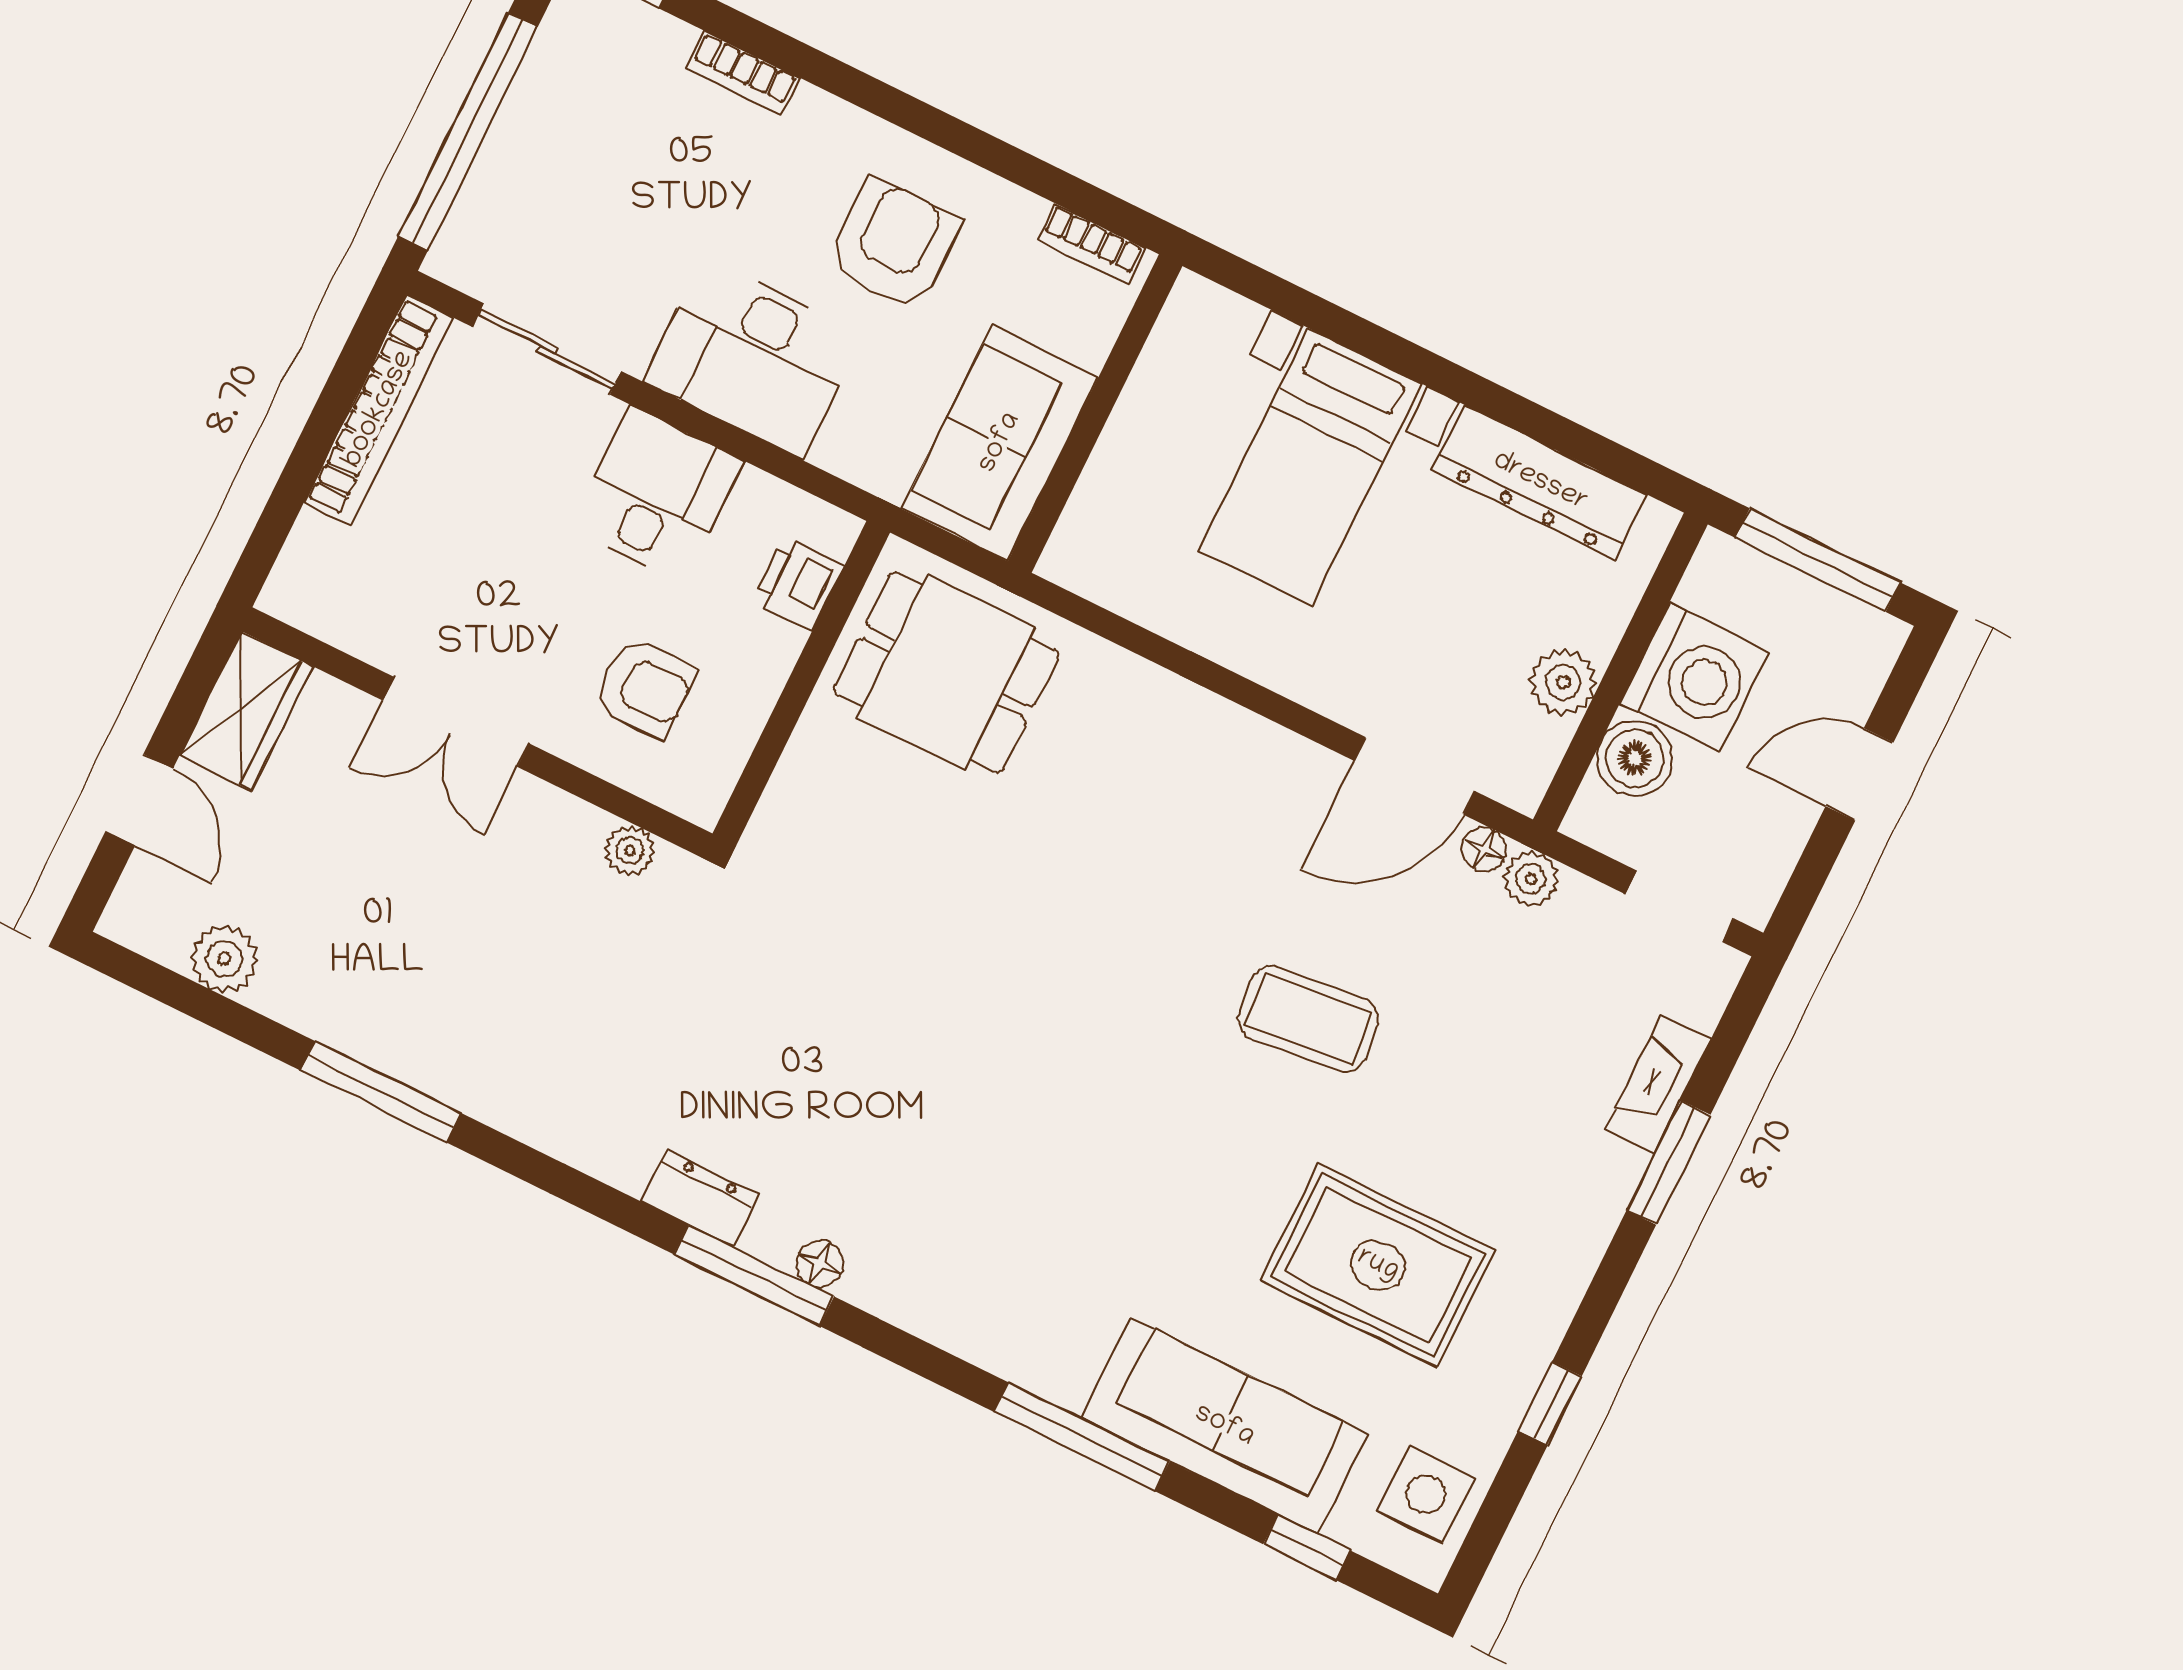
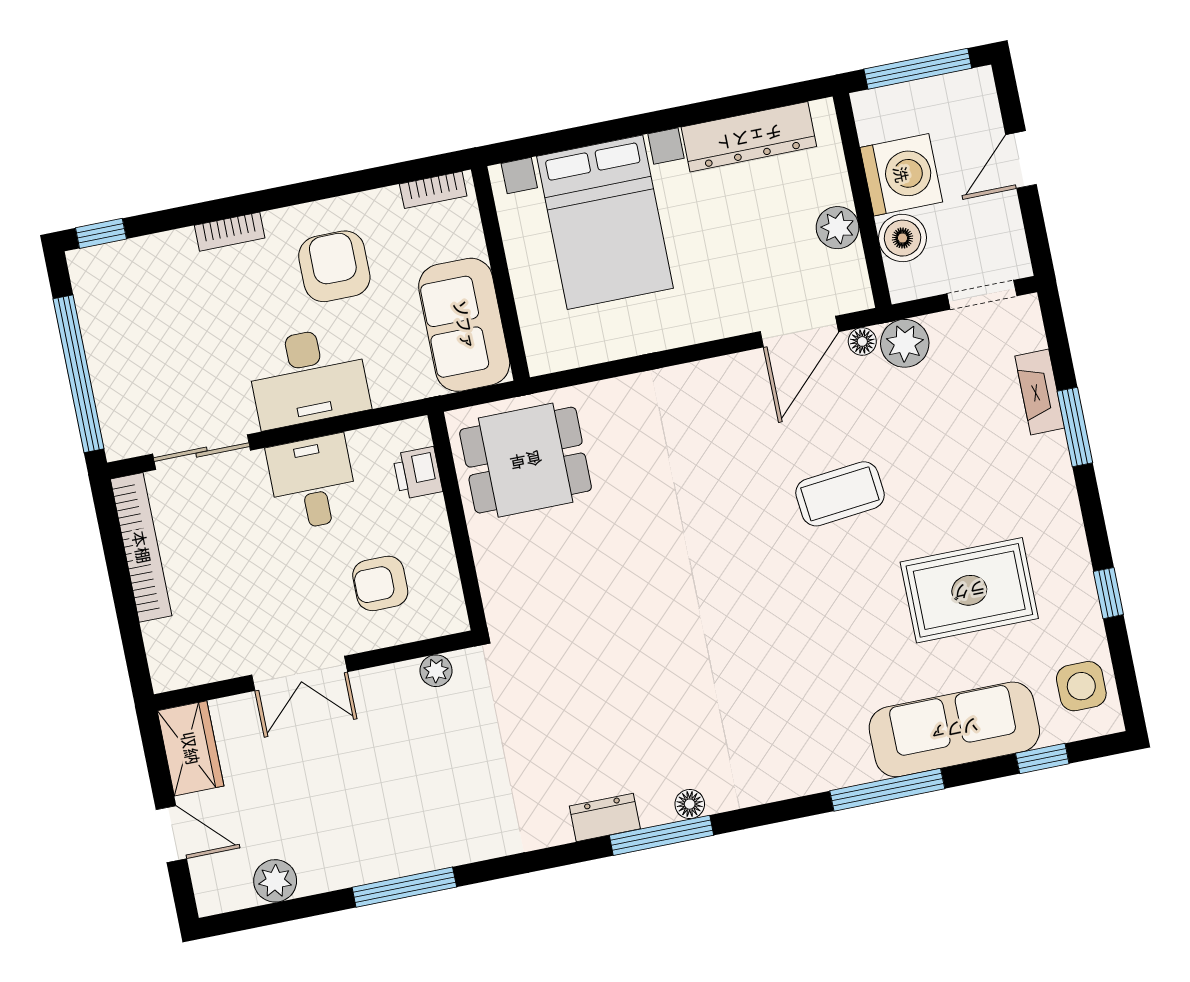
bookcase: (743, 73) -> (230, 232), moved
bed with nightstands: (1310, 467) -> (605, 222), width x1.36
armchair: (644, 687) -> (380, 583), turned 180
plant: (1531, 879) -> (905, 343), width x1.38, depth x1.38

